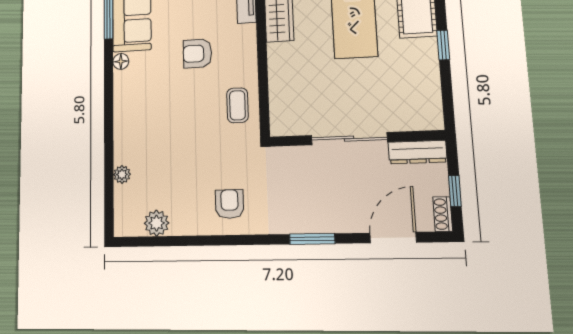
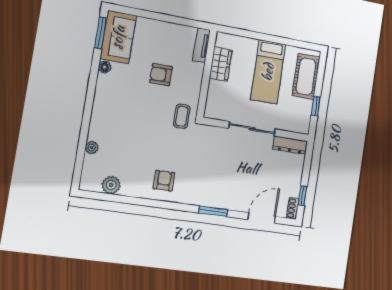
wall: (356, 138) -> (256, 129), moved
sliding door: (349, 139) -> (252, 129), moved
dresser: (417, 152) -> (290, 145), moved

